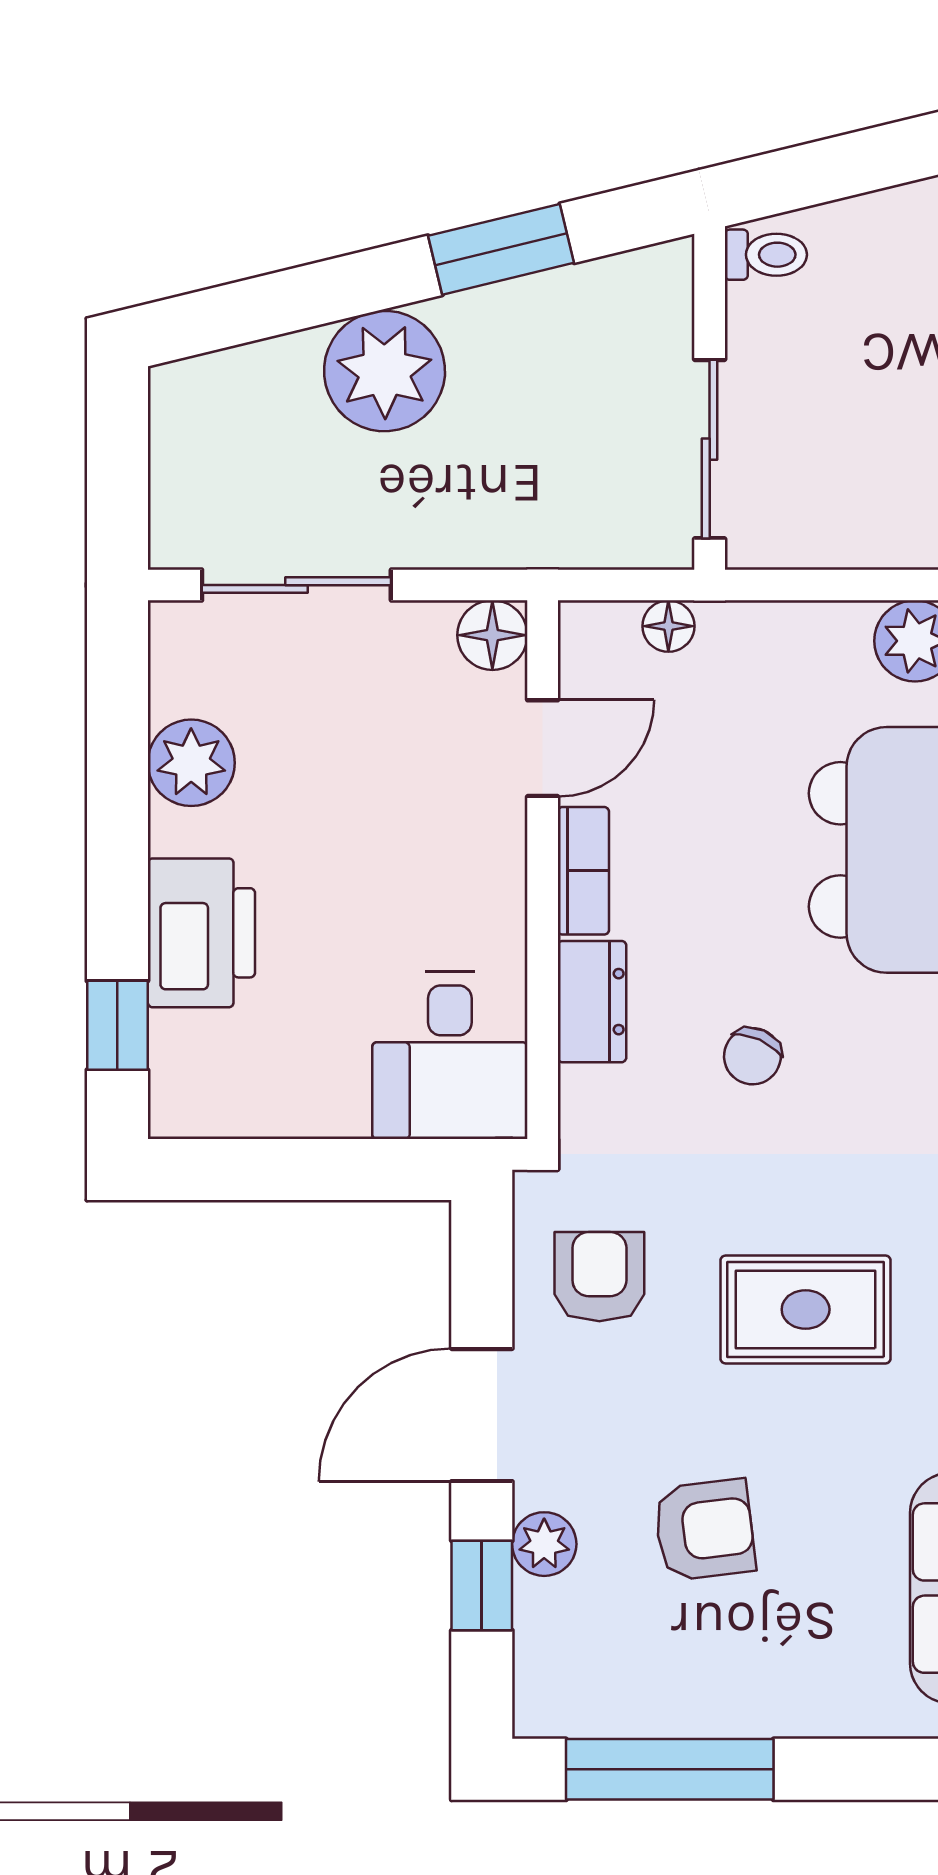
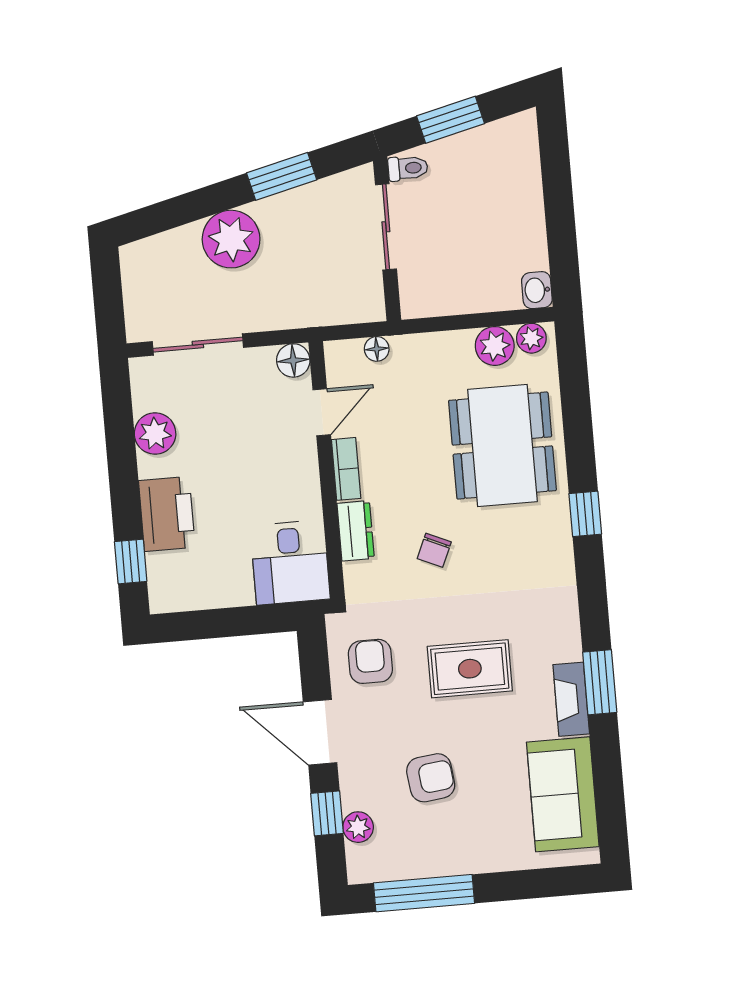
window: (863, 161) -> (451, 120), added
sliding door: (710, 449) -> (386, 227), moved
door: (482, 1415) -> (320, 732), hinge flipped
plant: (544, 1544) -> (358, 827), moved

